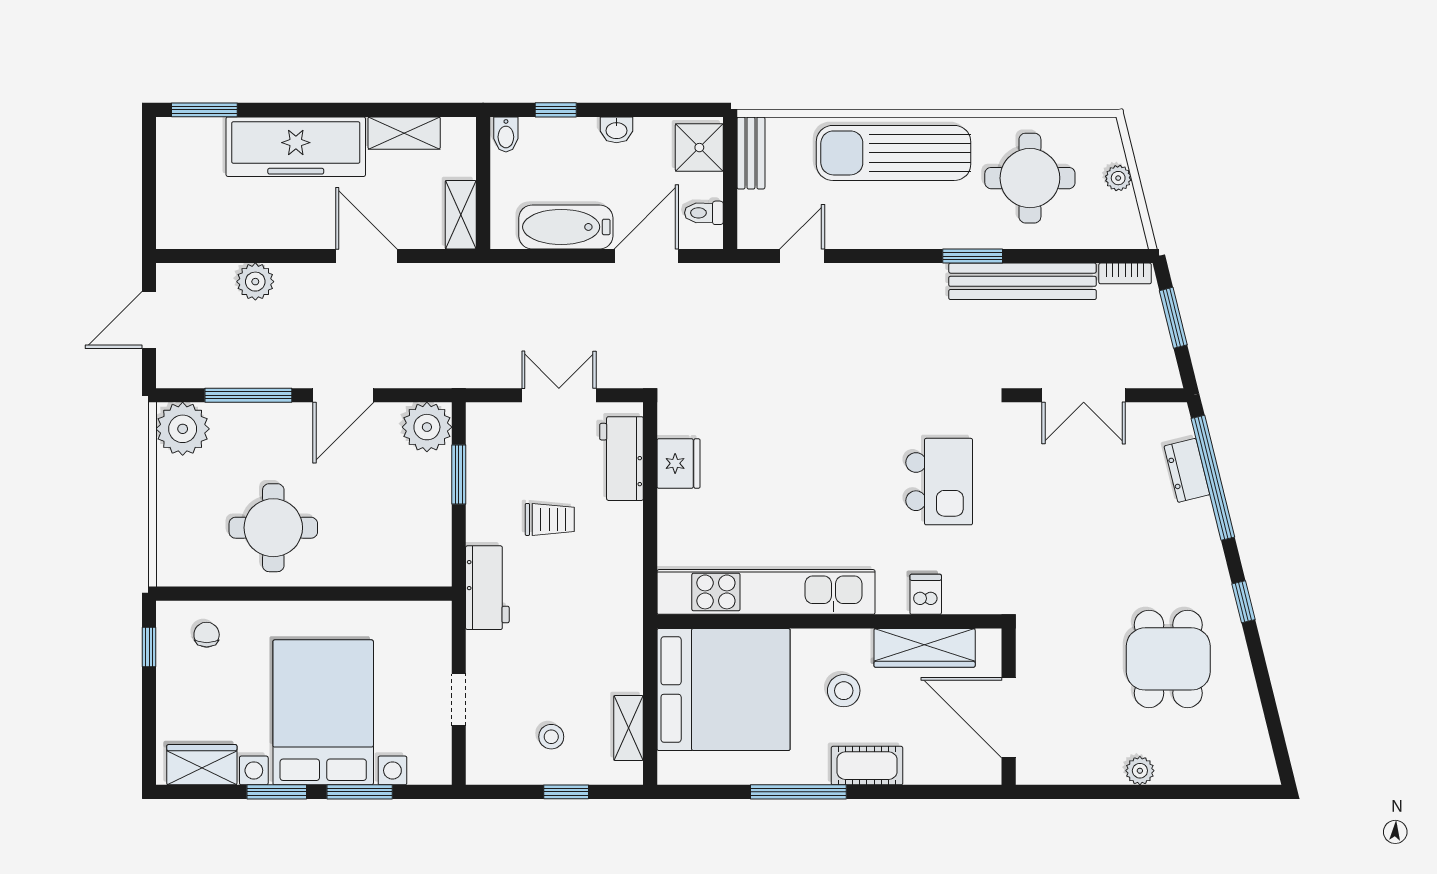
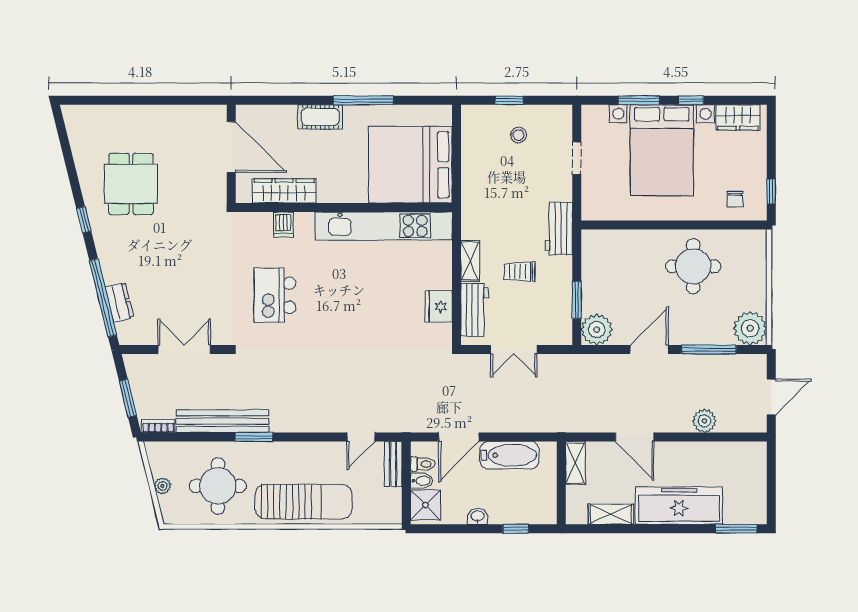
bidet: (506, 134) -> (422, 481), moved, turned 90
bench: (751, 153) -> (393, 464), moved
stool: (844, 691) -> (335, 164), removed
shelving: (628, 728) -> (470, 261), moved
plant: (1140, 771) -> (149, 114), removed
window: (277, 792) -> (691, 100), width x0.67

